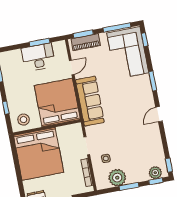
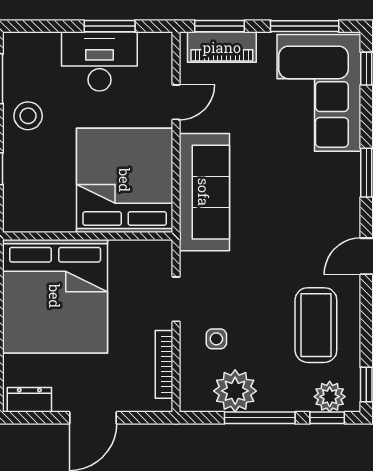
stool: (24, 120) -> (28, 116), moved
coffee table: (144, 145) -> (316, 325), added
window: (129, 186) -> (260, 418), width x1.44

